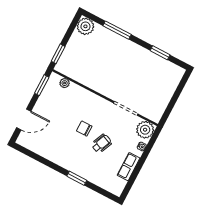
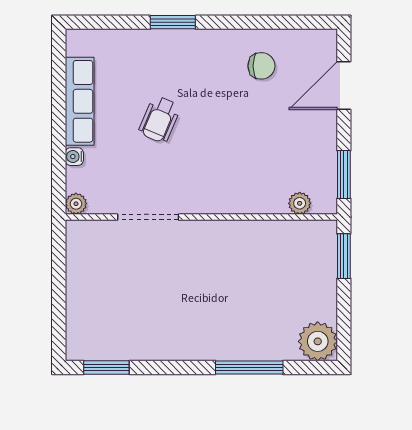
window: (160, 53) -> (106, 368), moved
chair: (84, 129) -> (261, 66), moved
plant: (145, 130) -> (76, 204), width x0.53, depth x0.53
row of seats: (129, 167) -> (80, 101), width x1.48

